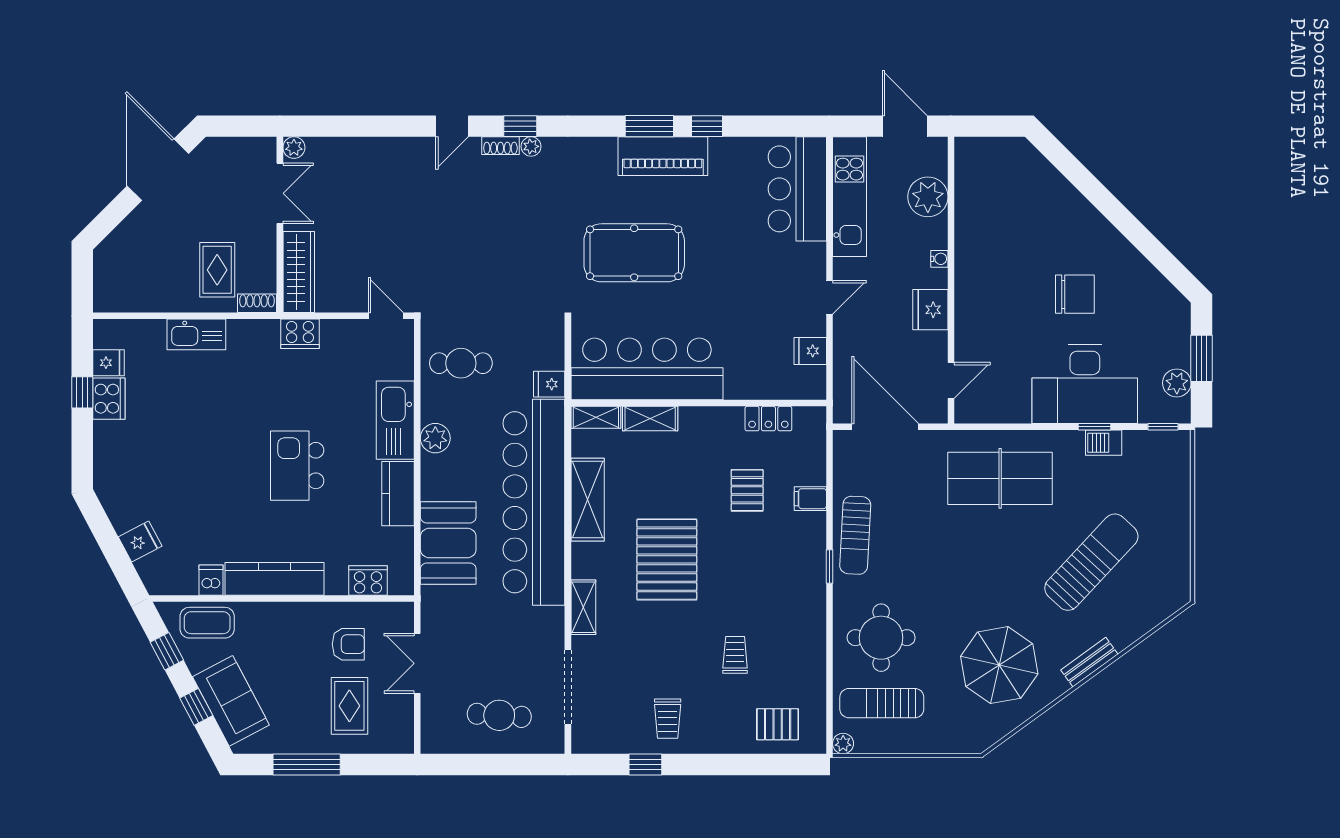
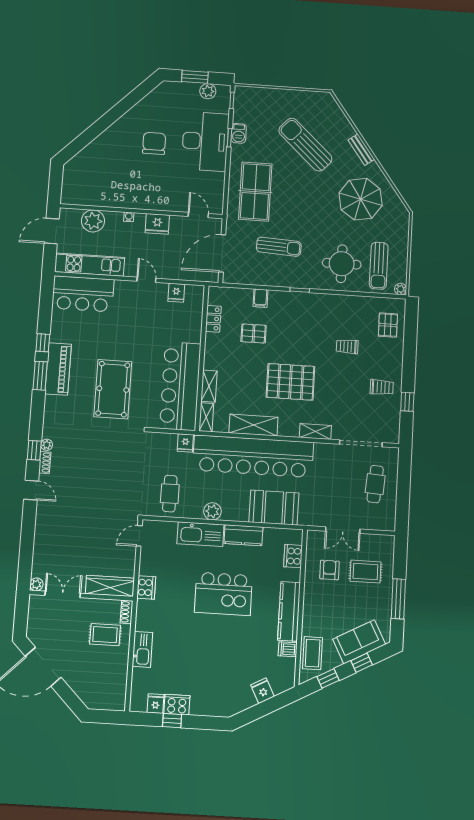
kitchen island: (297, 466) -> (223, 594), width x1.37, depth x1.28
sun lounger: (855, 535) -> (279, 247), moved

